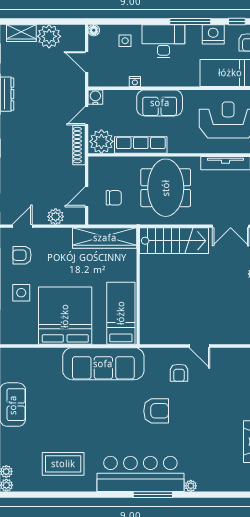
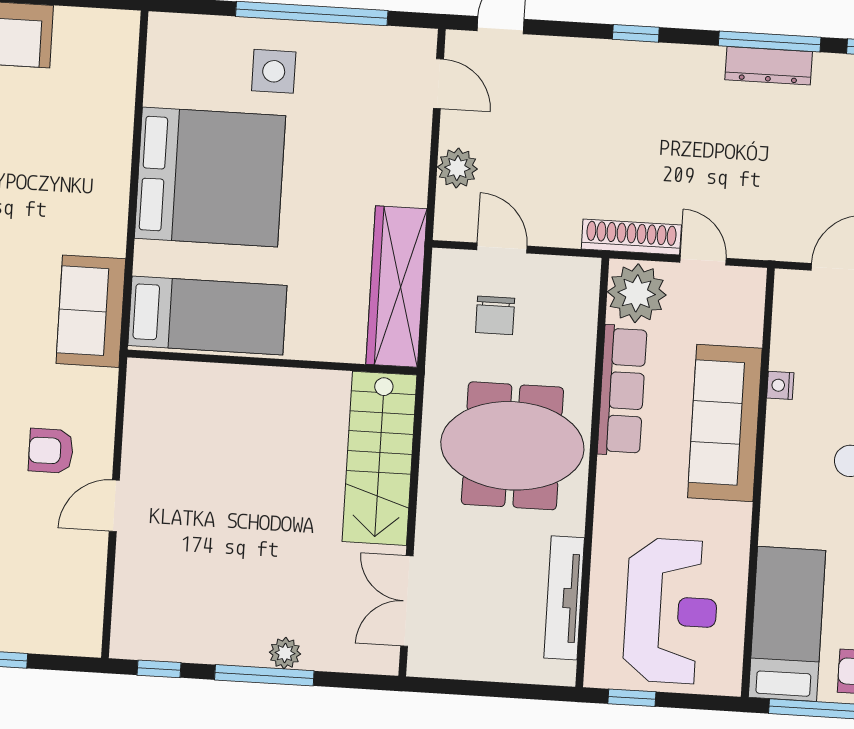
water cooler: (95, 97) -> (748, 285), removed
sofa: (160, 103) -> (725, 423), width x1.36
armchair: (22, 255) -> (367, 79), removed
sofa: (103, 364) -> (91, 311), width x0.54, depth x0.79

